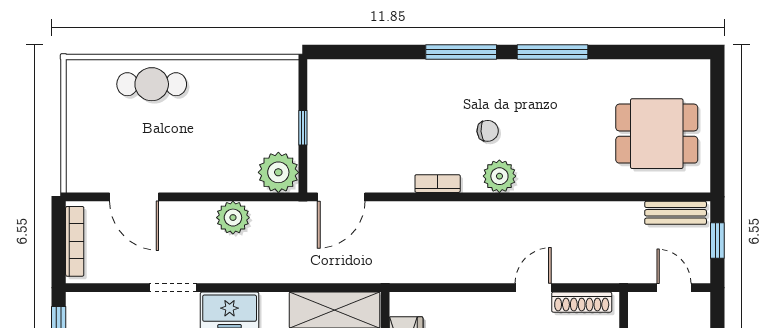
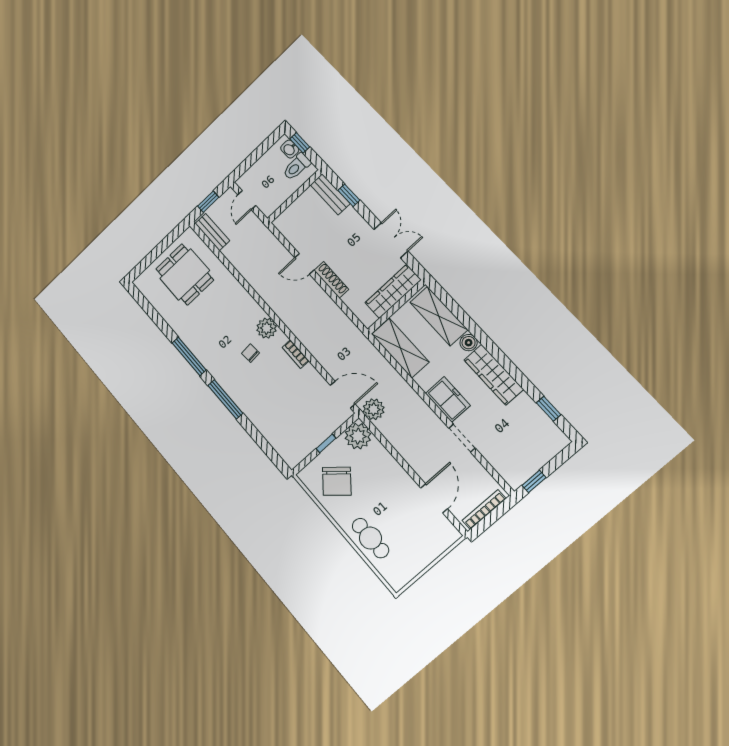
chair: (249, 102) -> (337, 481), added
plant: (233, 218) -> (374, 409), moved
shoe rack: (582, 302) -> (331, 280), moved

